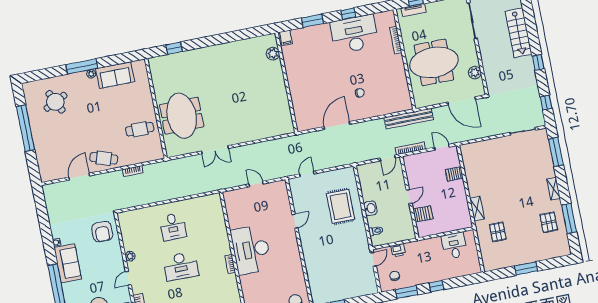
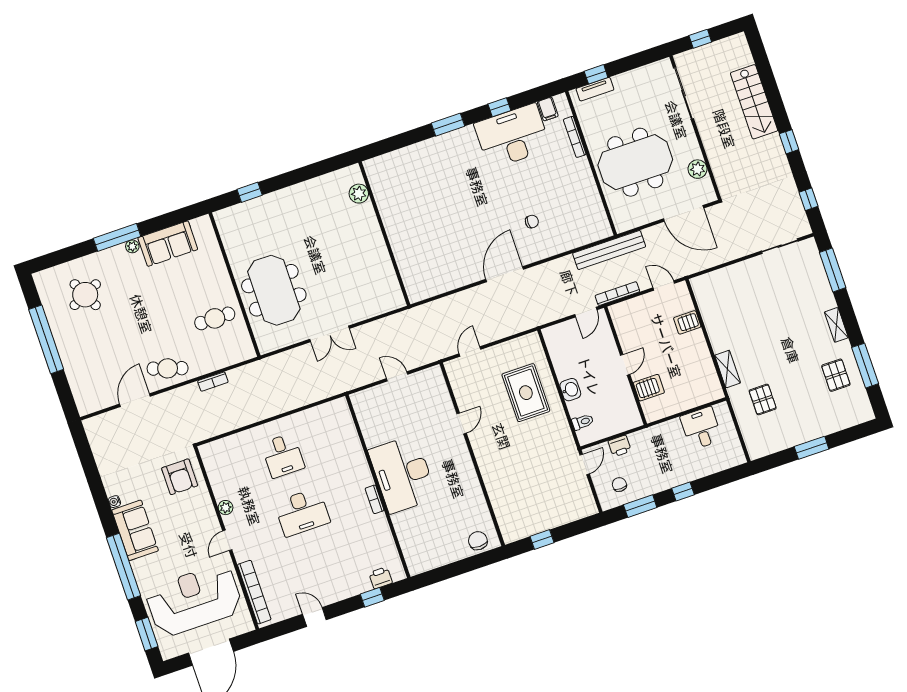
filing cabinet: (286, 38) -> (548, 109), moved
plant: (273, 54) -> (359, 194), moved
wall: (286, 83) -> (384, 234), moved

